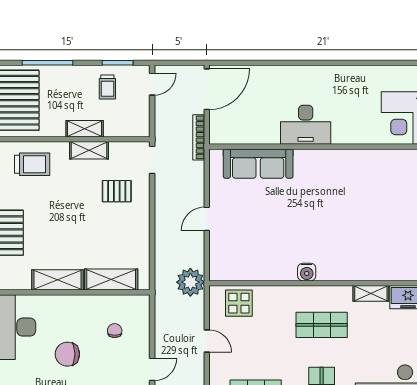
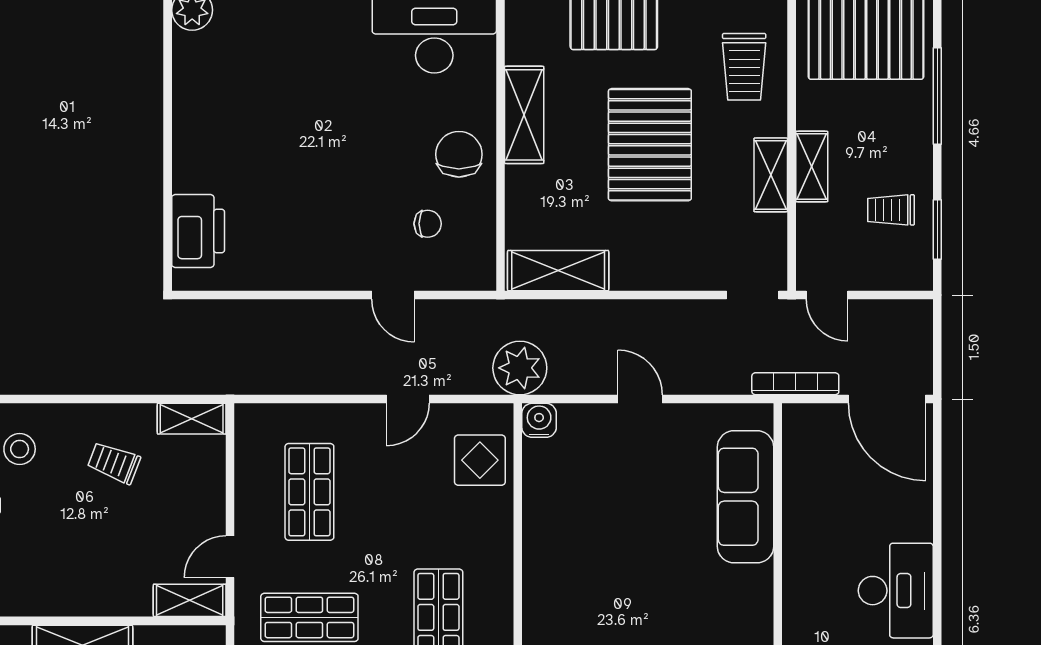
door: (152, 84) -> (827, 295), moved
desk: (306, 125) -> (896, 591), moved, turned 180
pallet: (117, 191) -> (650, 145), moved, width x2.05, depth x2.00
water cooler: (307, 272) -> (539, 420), moved, turned 90
shelving: (111, 280) -> (558, 271), moved, turned 90
chair: (67, 354) -> (459, 154), moved
door: (152, 369) -> (393, 295), moved

